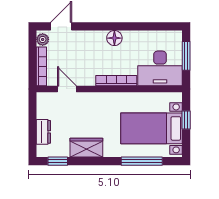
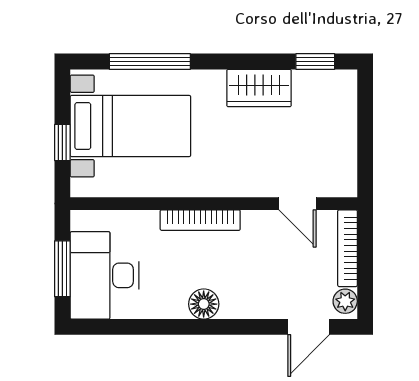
desk: (160, 68) -> (104, 275), moved, turned -90
dresser: (43, 132) -> (344, 119), removed

